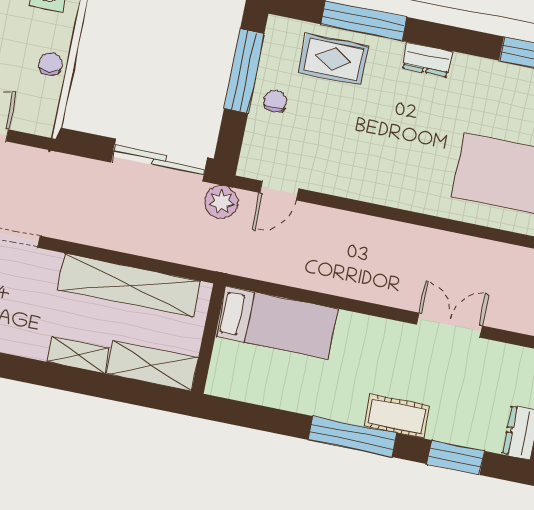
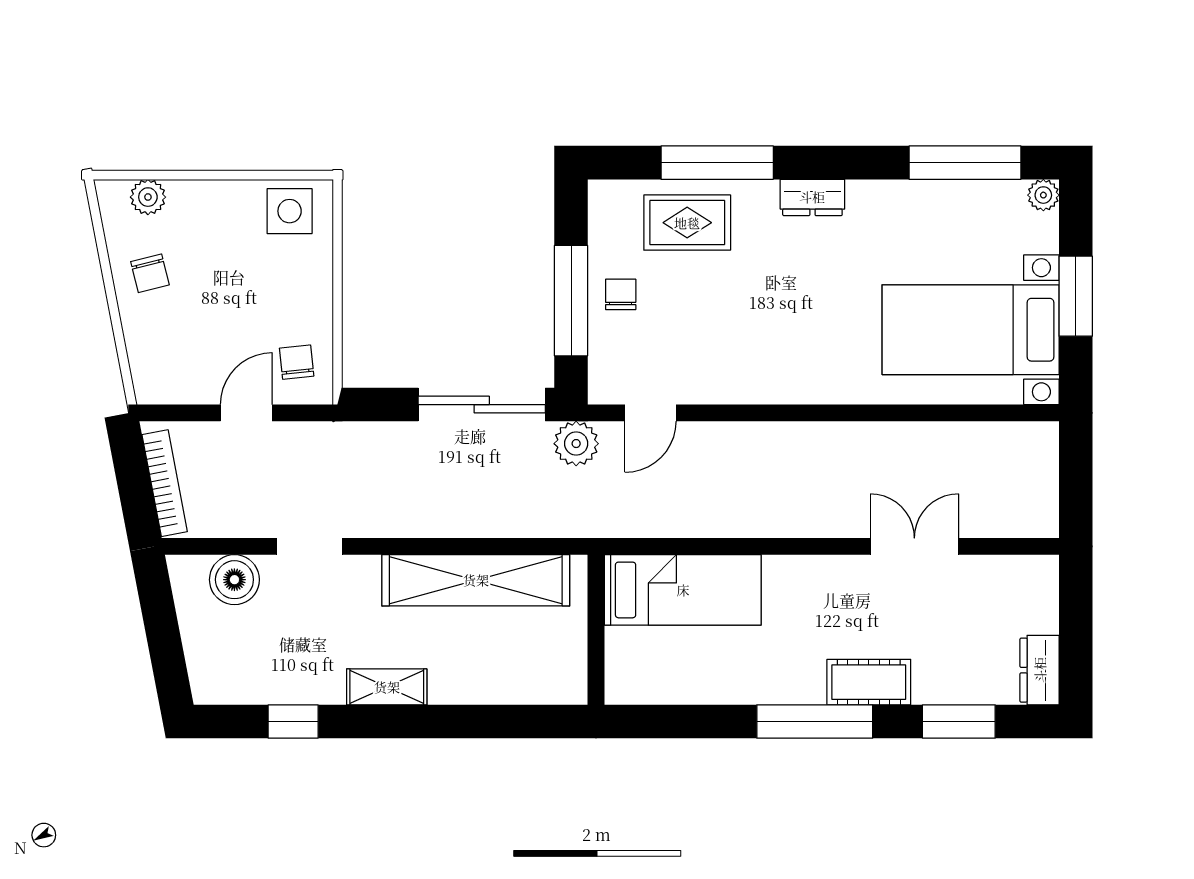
chair: (50, 64) -> (297, 362), moved
window: (244, 71) -> (571, 301), moved
shelving: (78, 355) -> (387, 687), moved
shelving: (152, 366) -> (528, 681), removed

